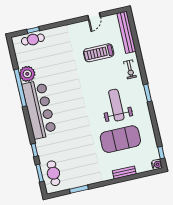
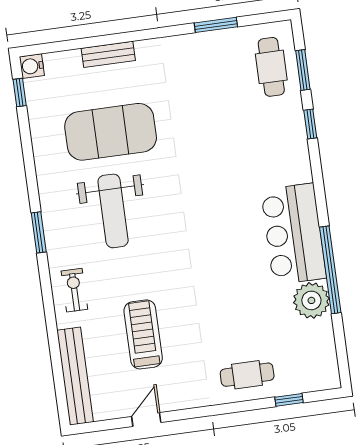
cafe table: (33, 39) -> (247, 375), moved
treadmill: (99, 53) -> (143, 334), turned -90
bar counter: (39, 109) -> (294, 234), width x0.73

